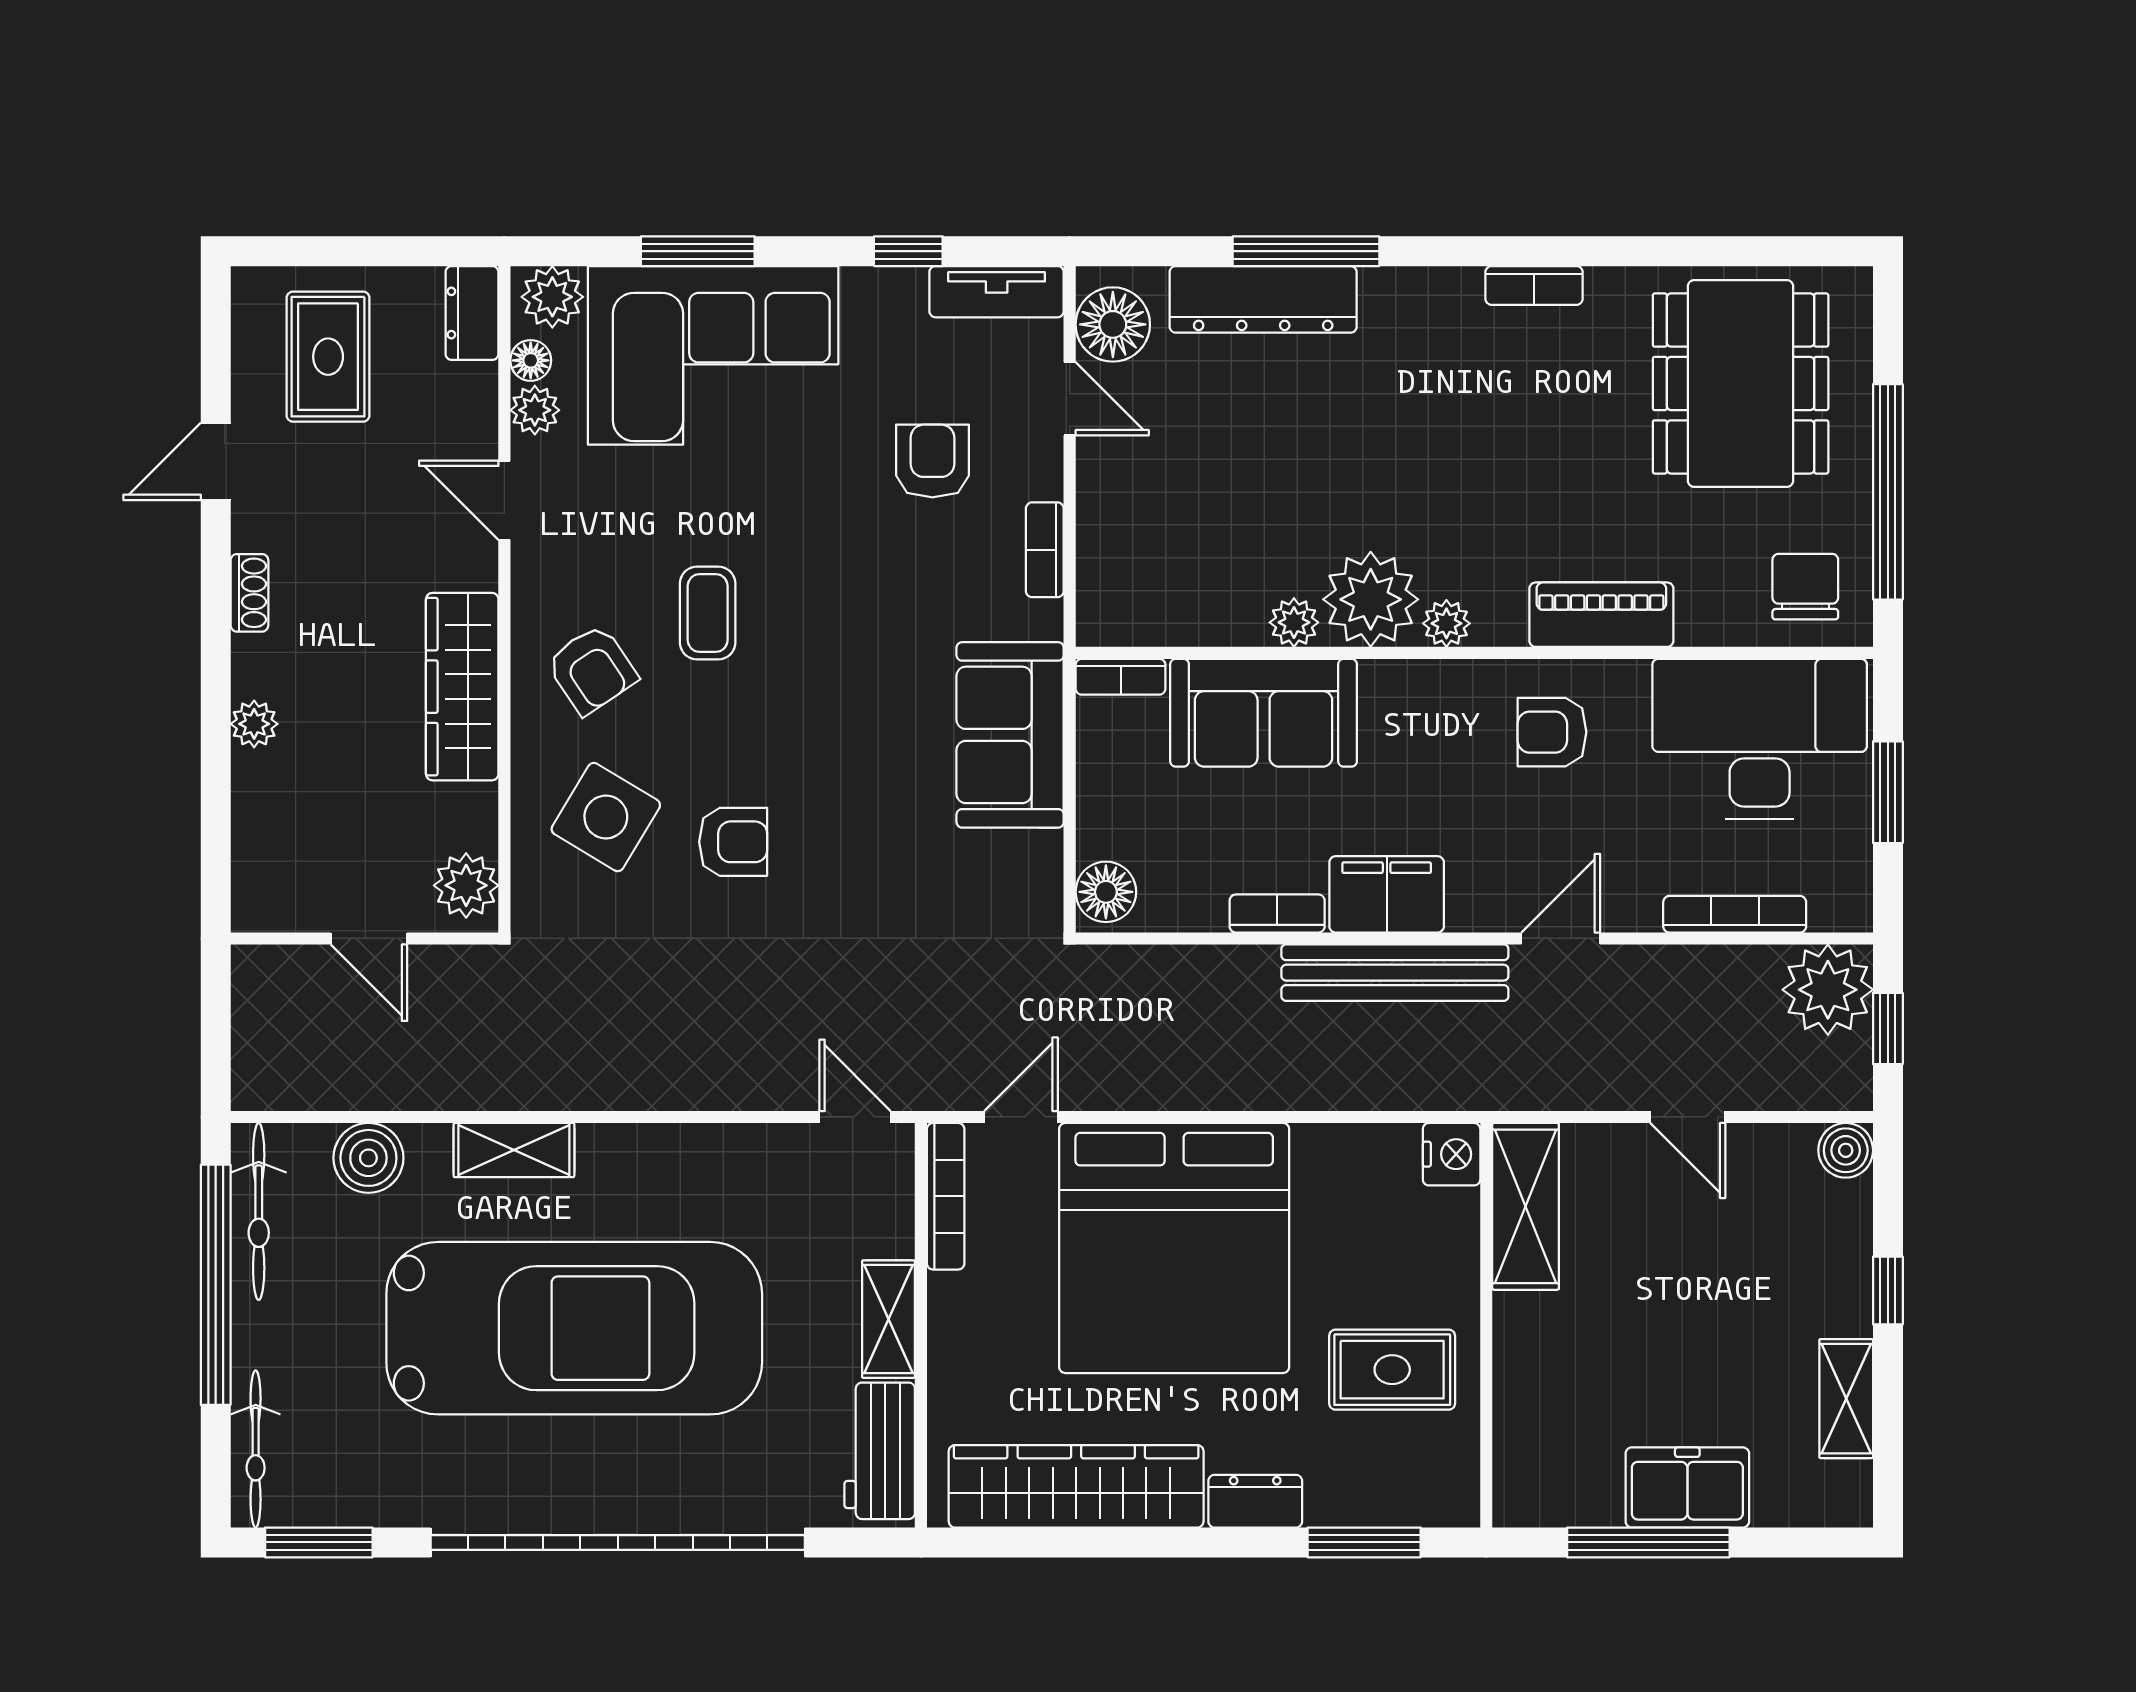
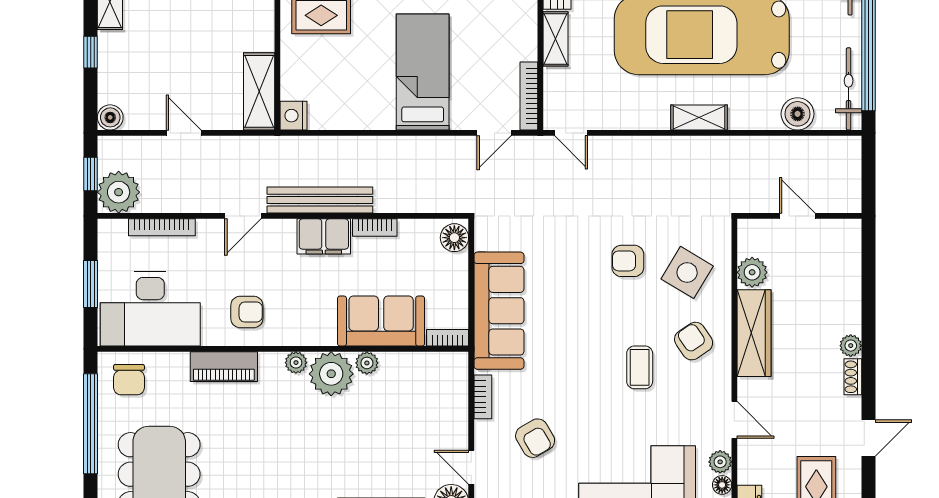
armchair: (932, 461) -> (535, 438), turned -30
plant: (254, 724) -> (851, 346), moved
sofa: (1010, 735) -> (499, 311), width x1.36
plant: (466, 885) -> (752, 272), moved
shelving: (514, 1150) -> (699, 118), moved
bed: (1174, 1248) -> (423, 72), width x0.49

